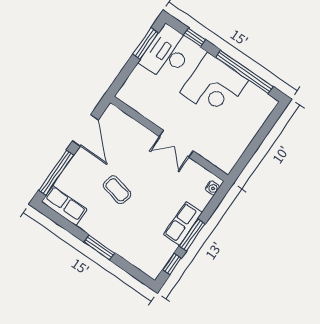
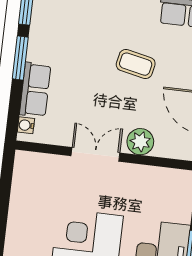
plant: (142, 136) -> (140, 142), added
row of seats: (183, 224) -> (35, 90), moved

